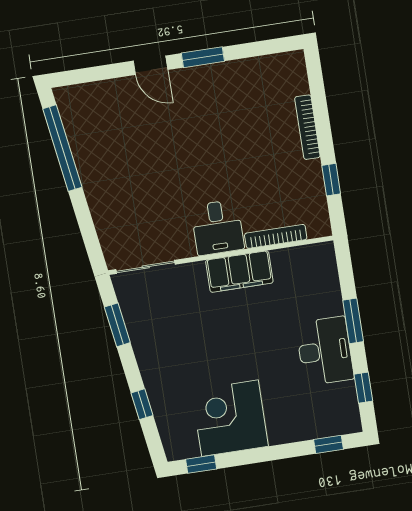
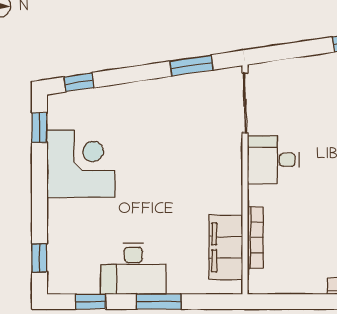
window: (331, 180) -> (303, 302), removed
desk: (217, 227) -> (273, 160), moved
filing cabinet: (239, 272) -> (226, 247), moved
window: (142, 404) -> (79, 82), moved

